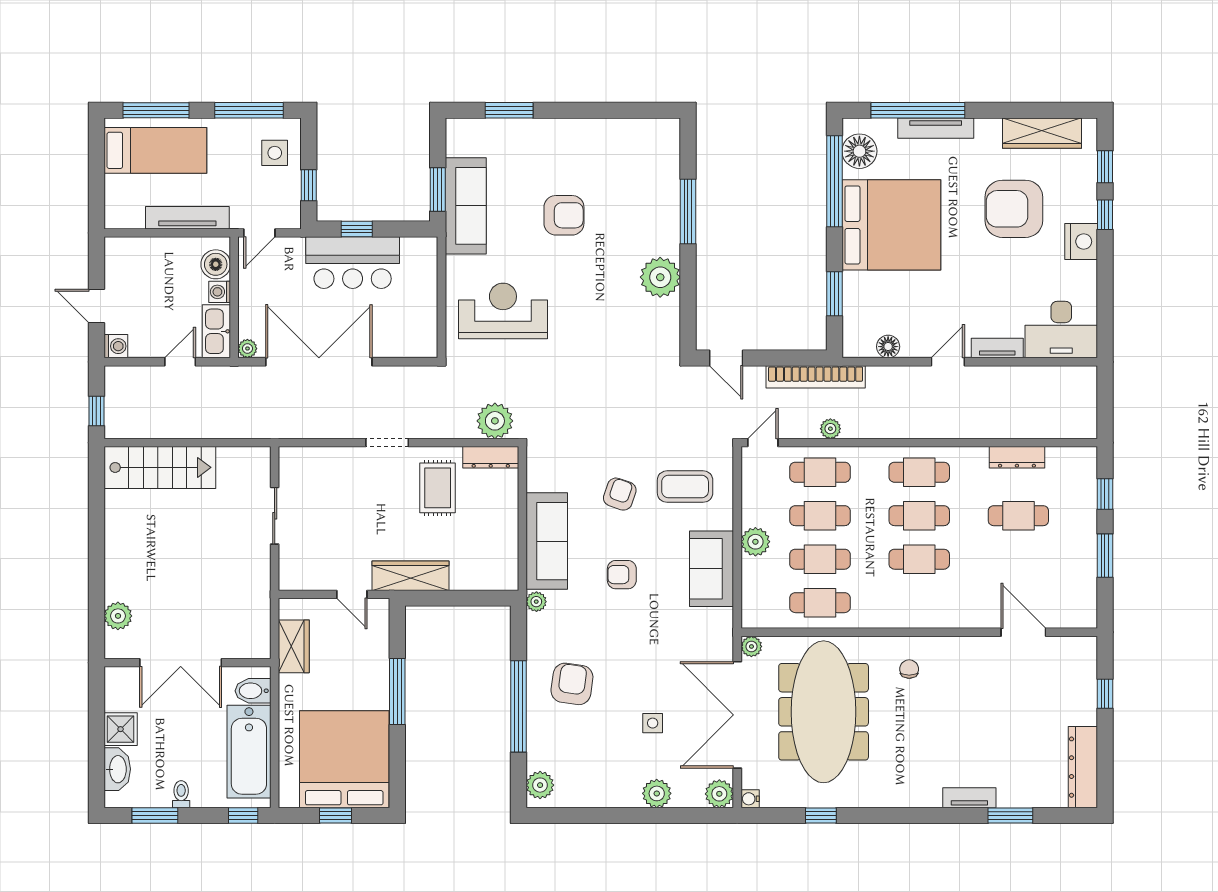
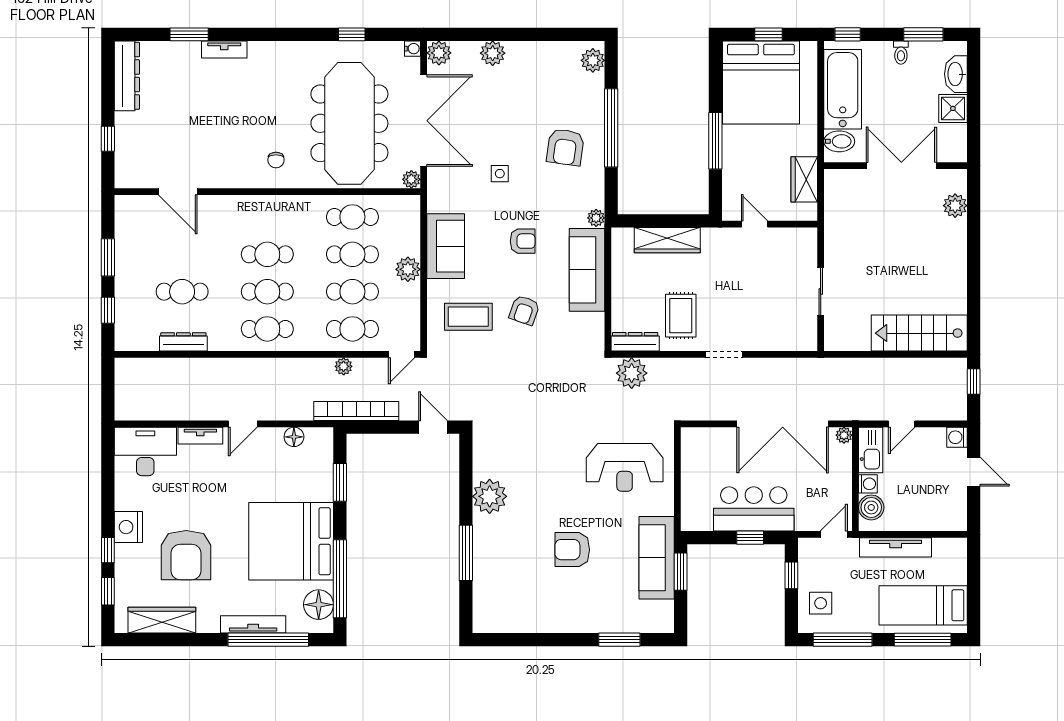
armchair: (1014, 209) -> (186, 555), turned 90
wardrobe: (411, 576) -> (667, 240), moved
side table: (653, 723) -> (500, 174), moved

